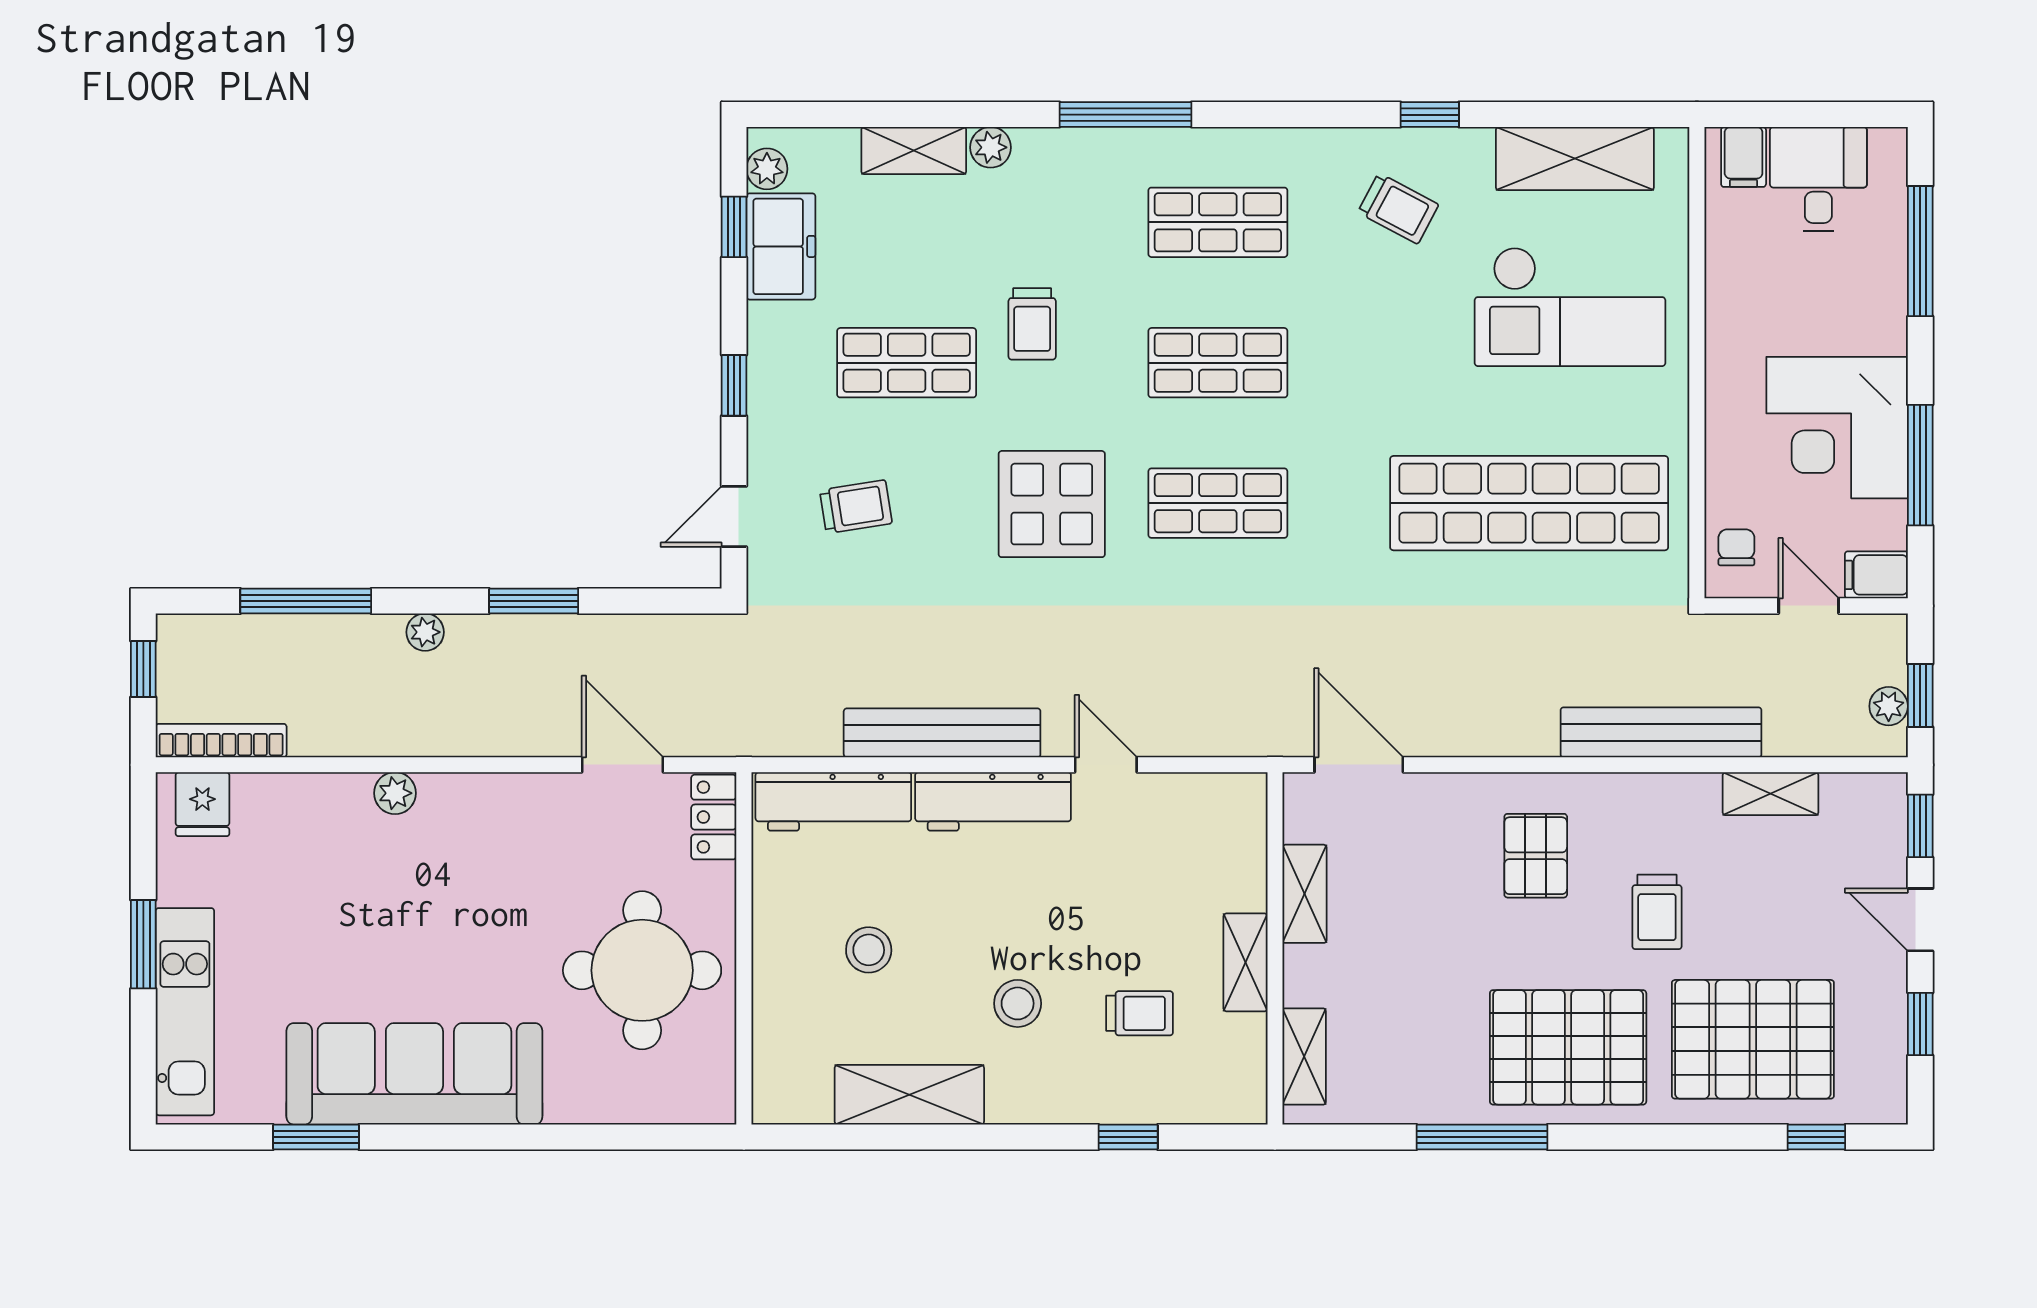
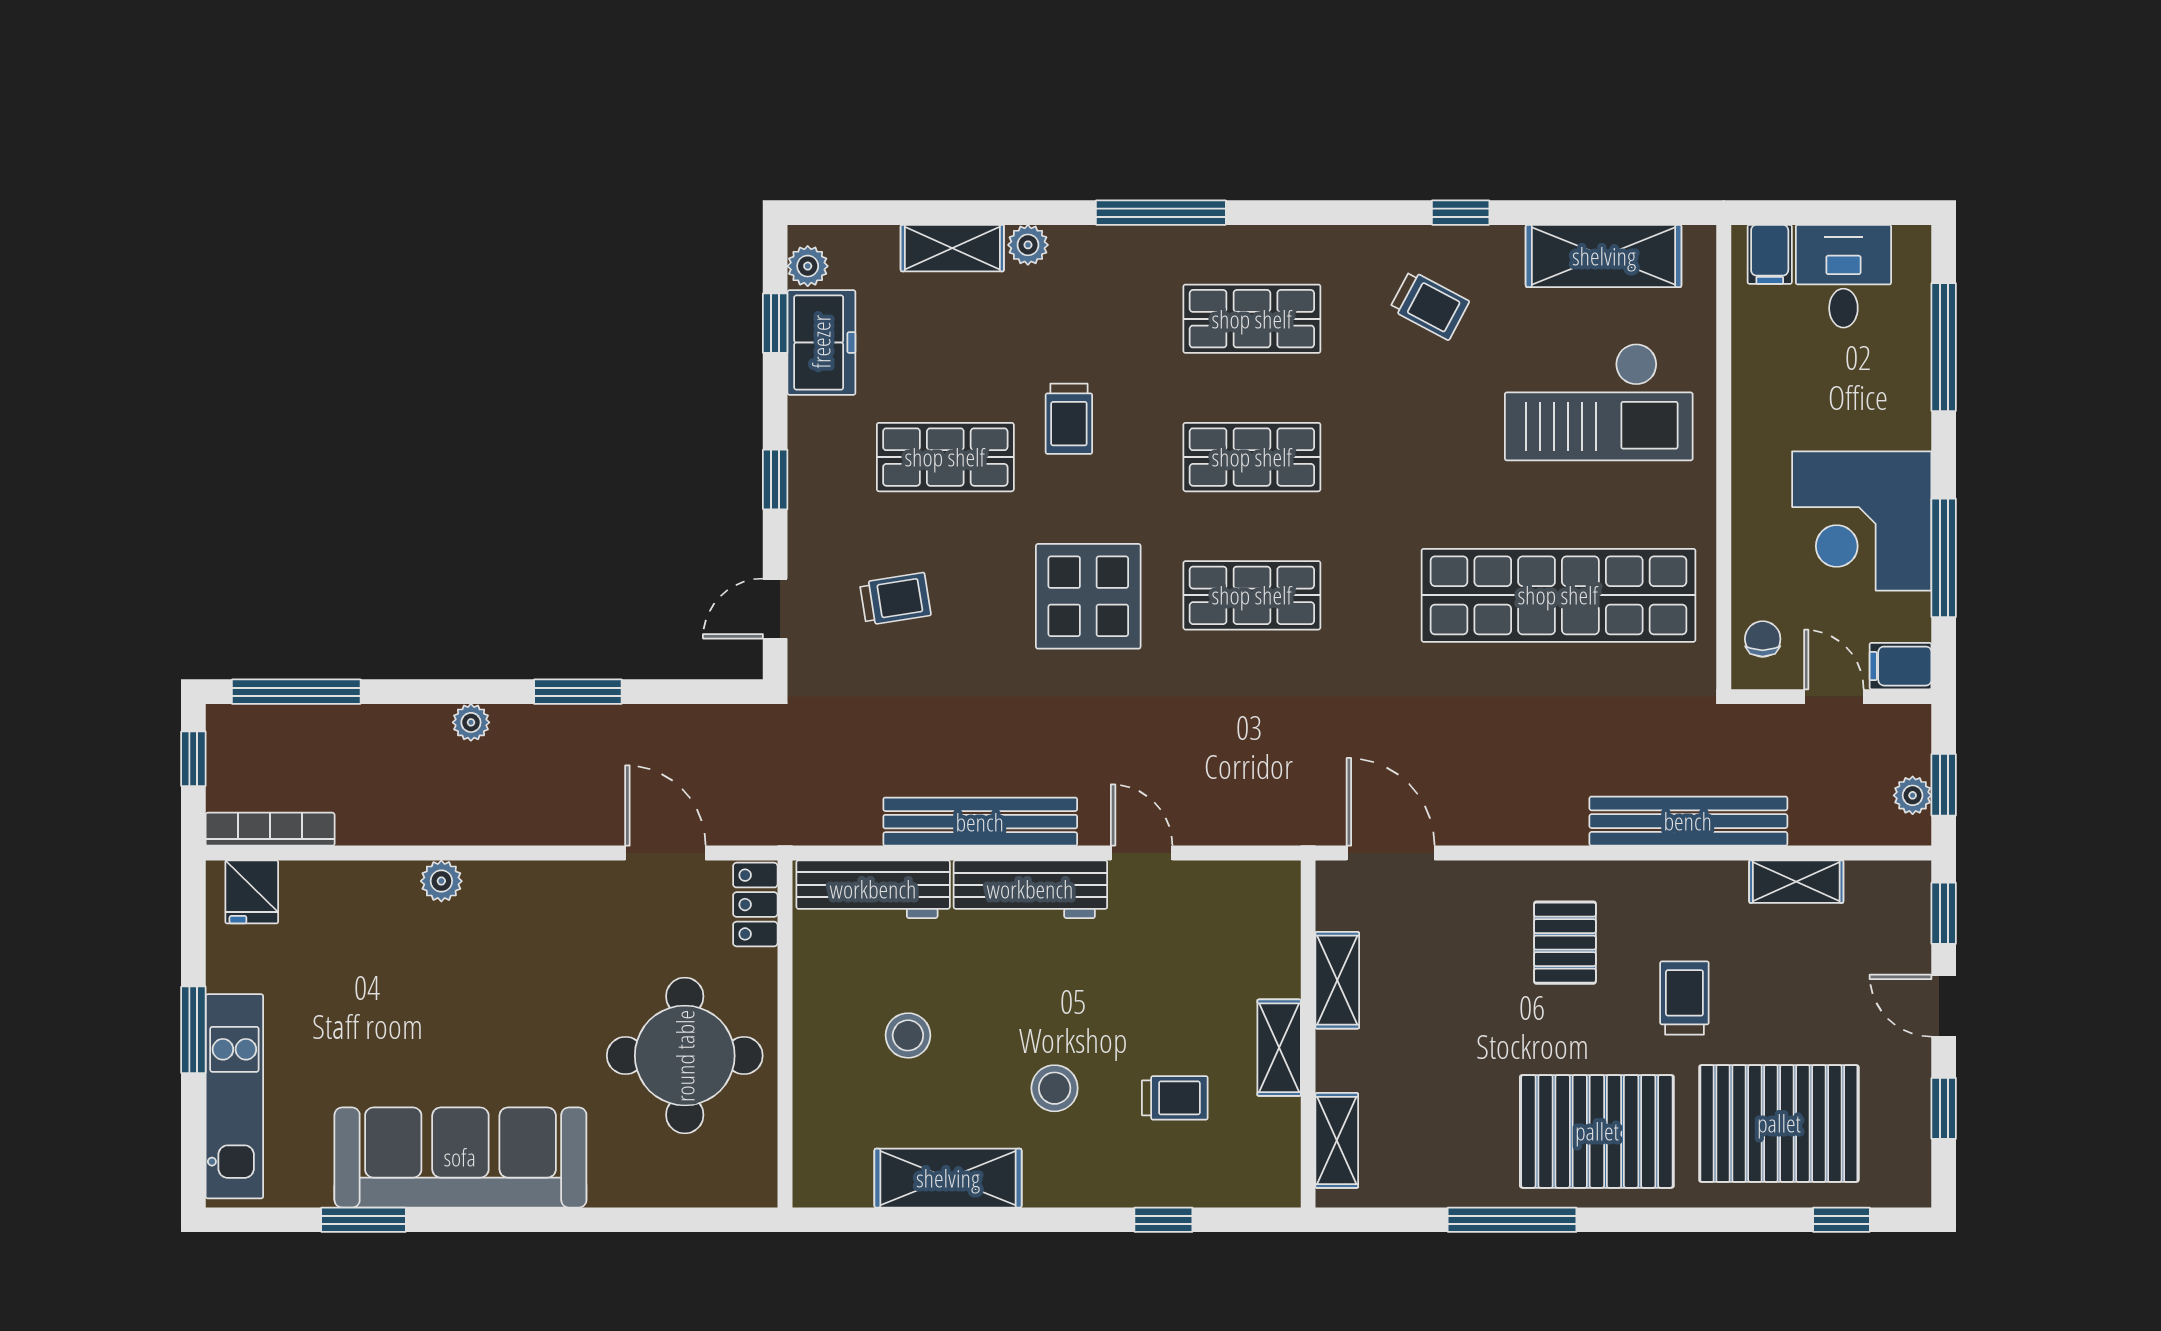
window: (306, 601) -> (296, 692), moved
trolley: (1657, 912) -> (1684, 998), turned 180

